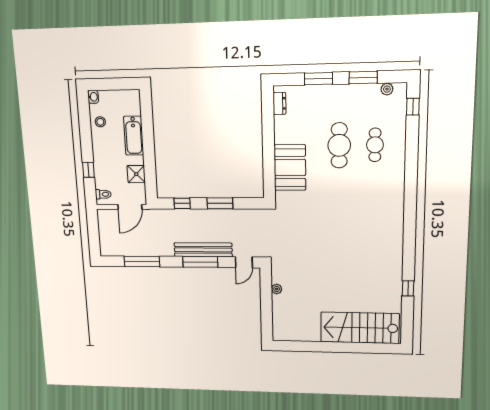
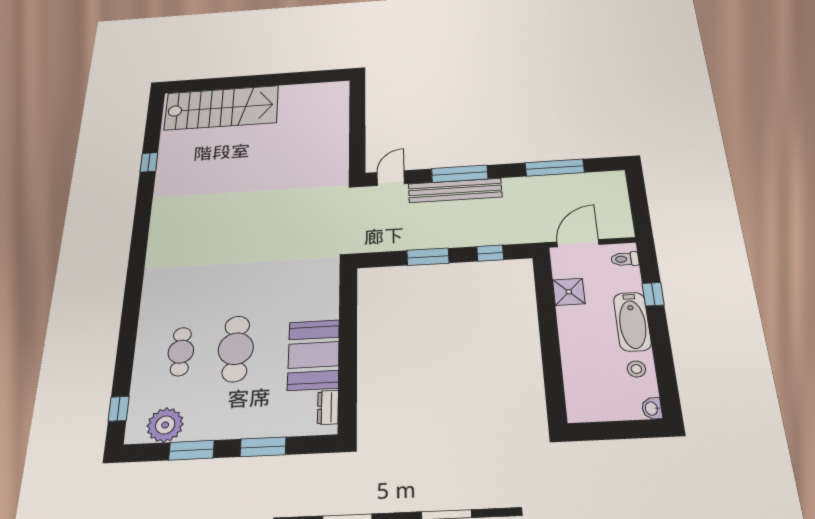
plant: (387, 89) -> (165, 425), width x1.88, depth x1.88
bathtub: (134, 136) -> (632, 322), moved, turned 180
booth: (290, 168) -> (314, 355), moved
plant: (277, 289) -> (341, 147), removed

